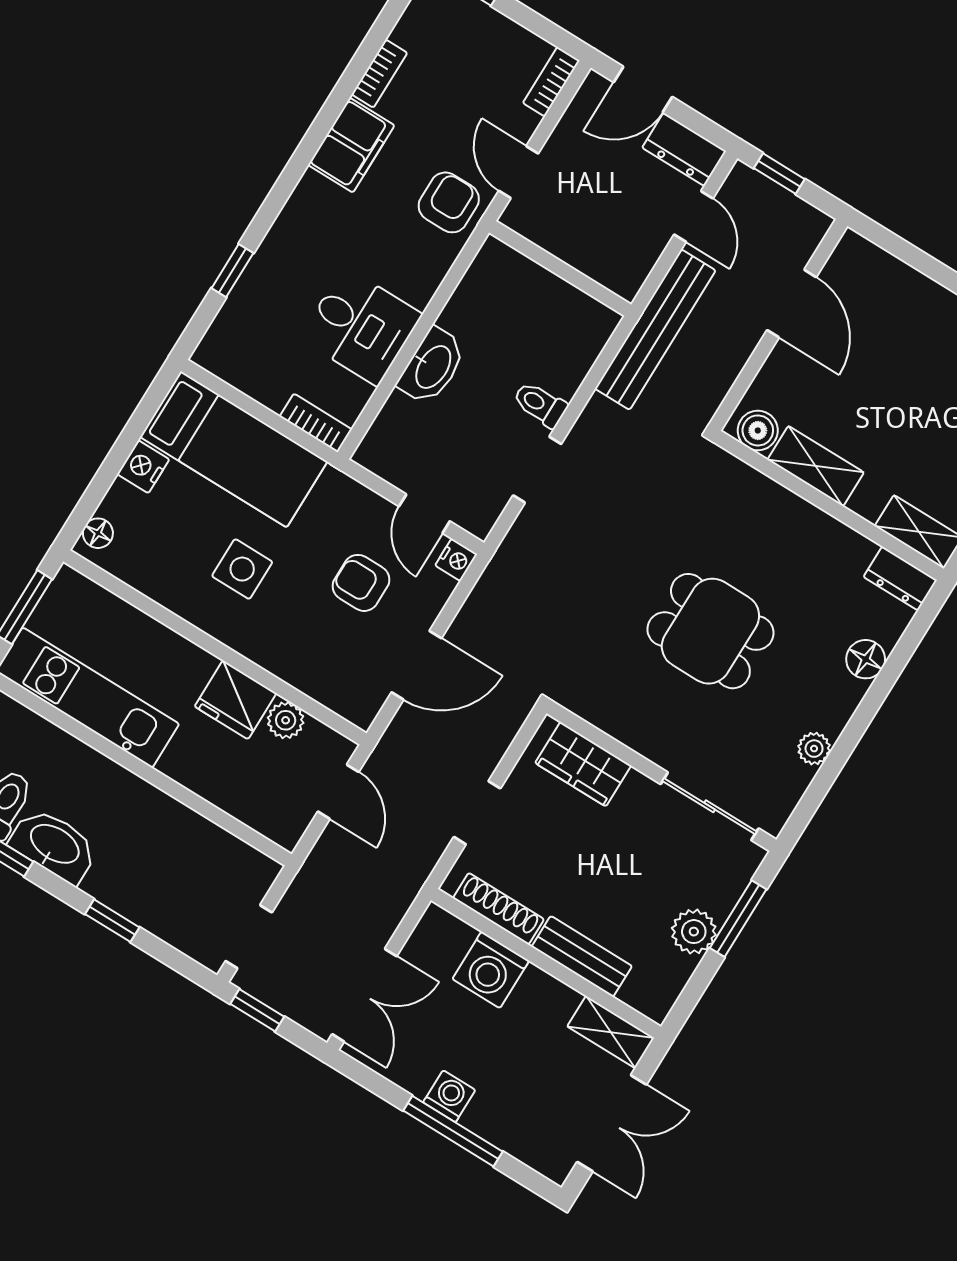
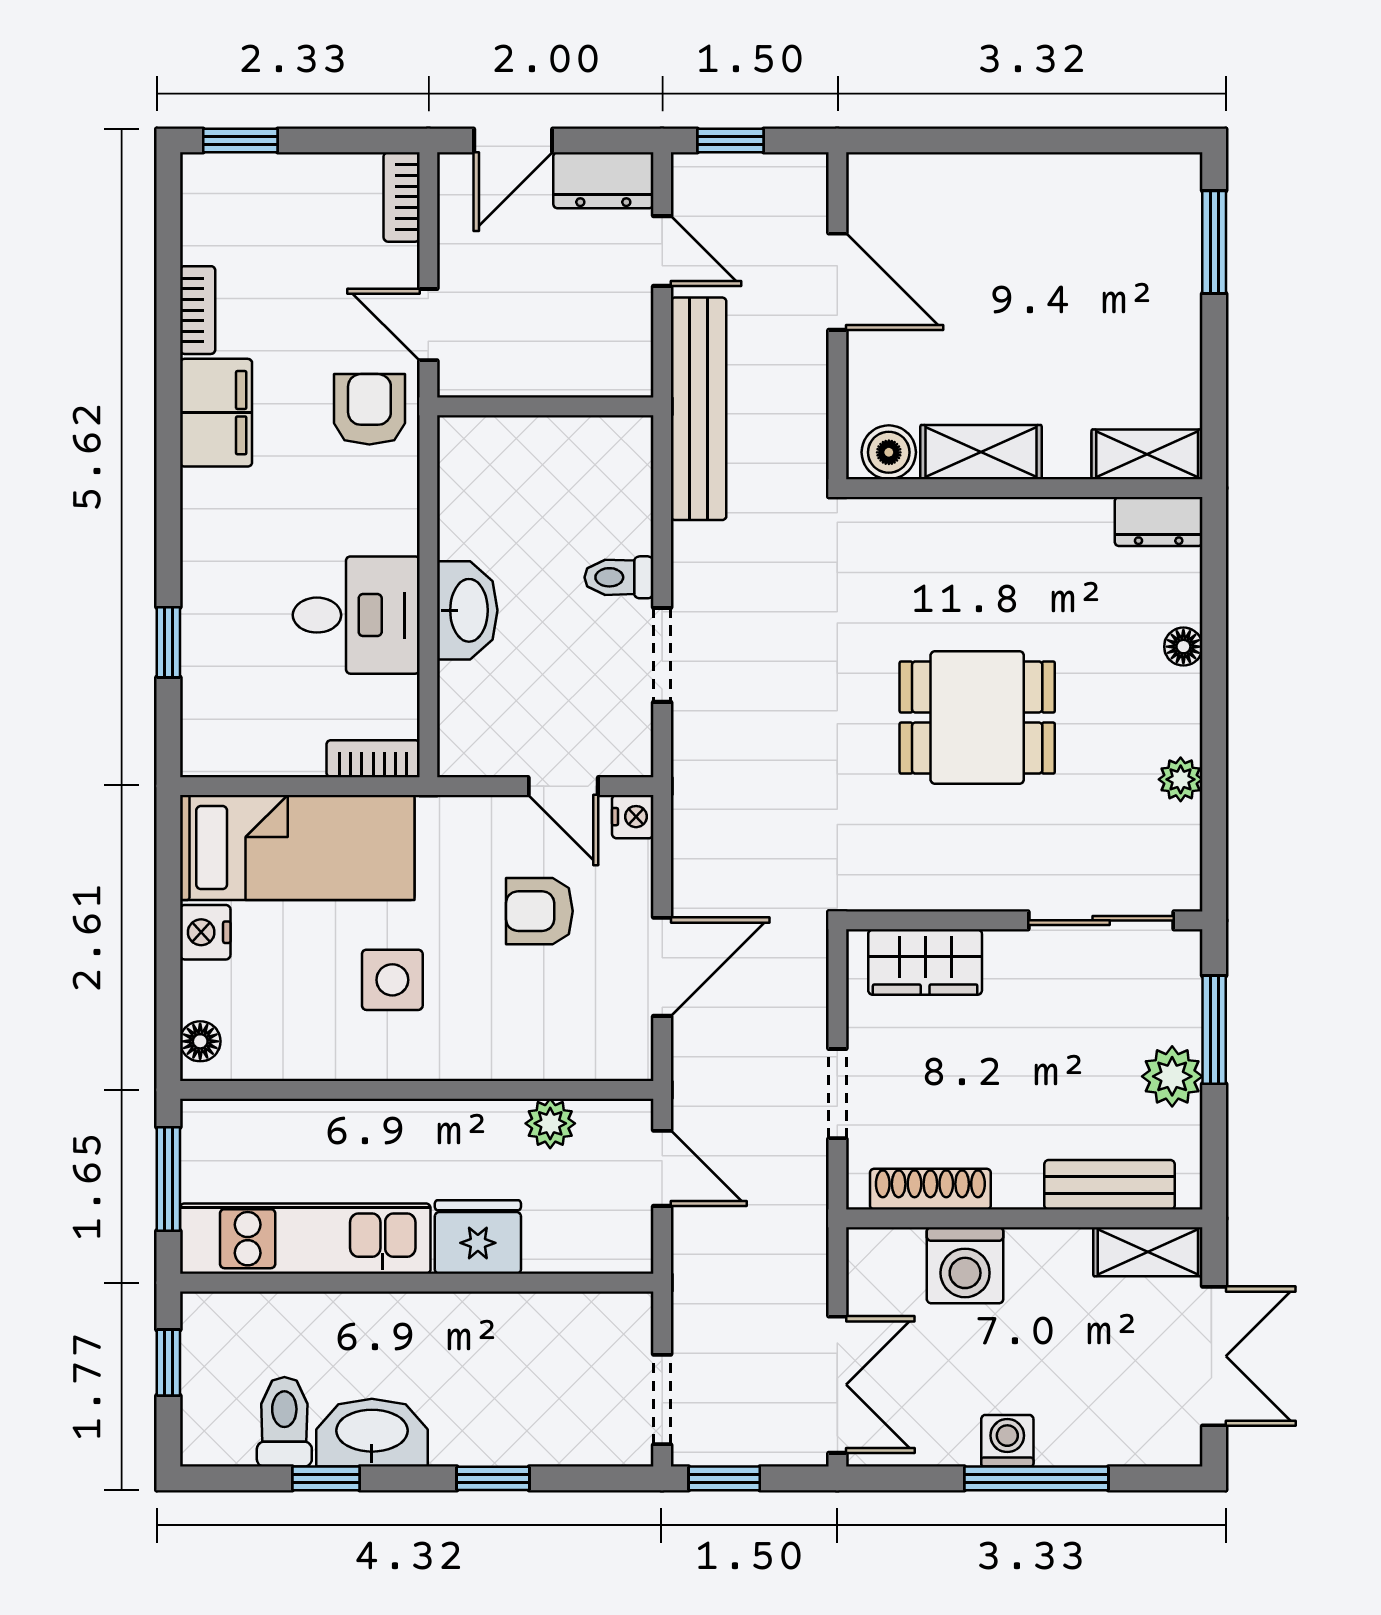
floor lamp: (866, 659) -> (1183, 647), width x0.73, depth x0.73
fridge: (235, 700) -> (478, 1237), moved, turned 180
bench: (582, 956) -> (1109, 1185), moved

